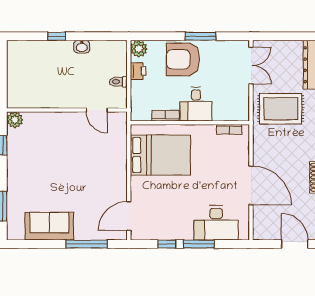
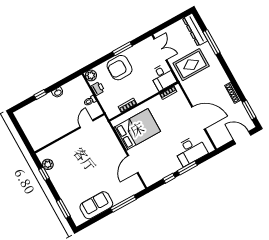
desk: (196, 104) -> (163, 77), moved
door: (97, 110) -> (87, 124), swing flipped
plant: (15, 120) -> (48, 164), moved
door: (129, 216) -> (133, 164), moved

